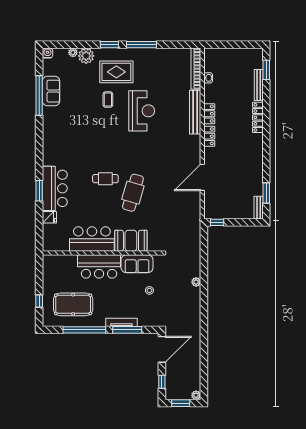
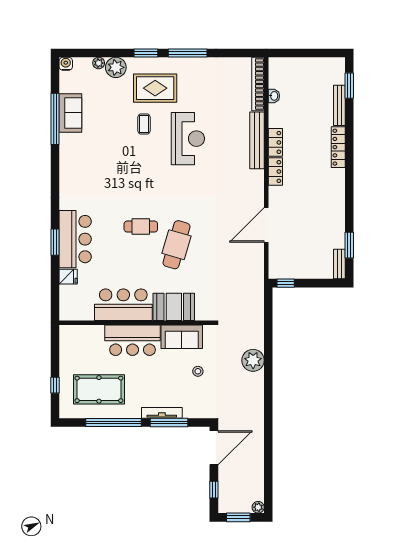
plant: (196, 282) -> (253, 360), width x1.87, depth x1.87

